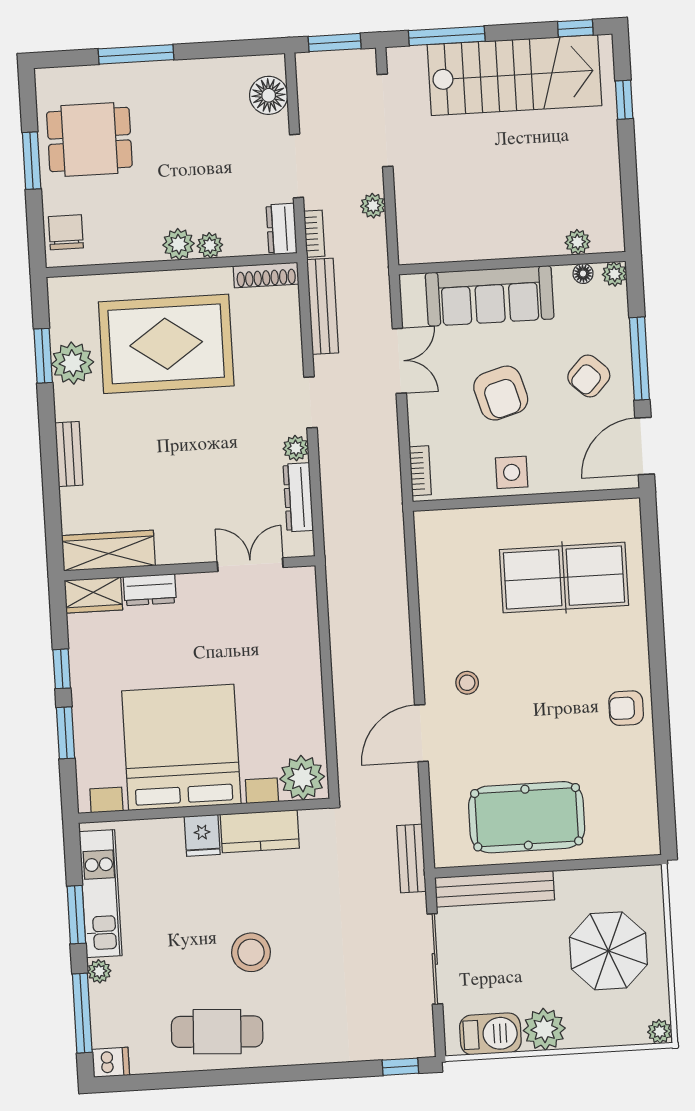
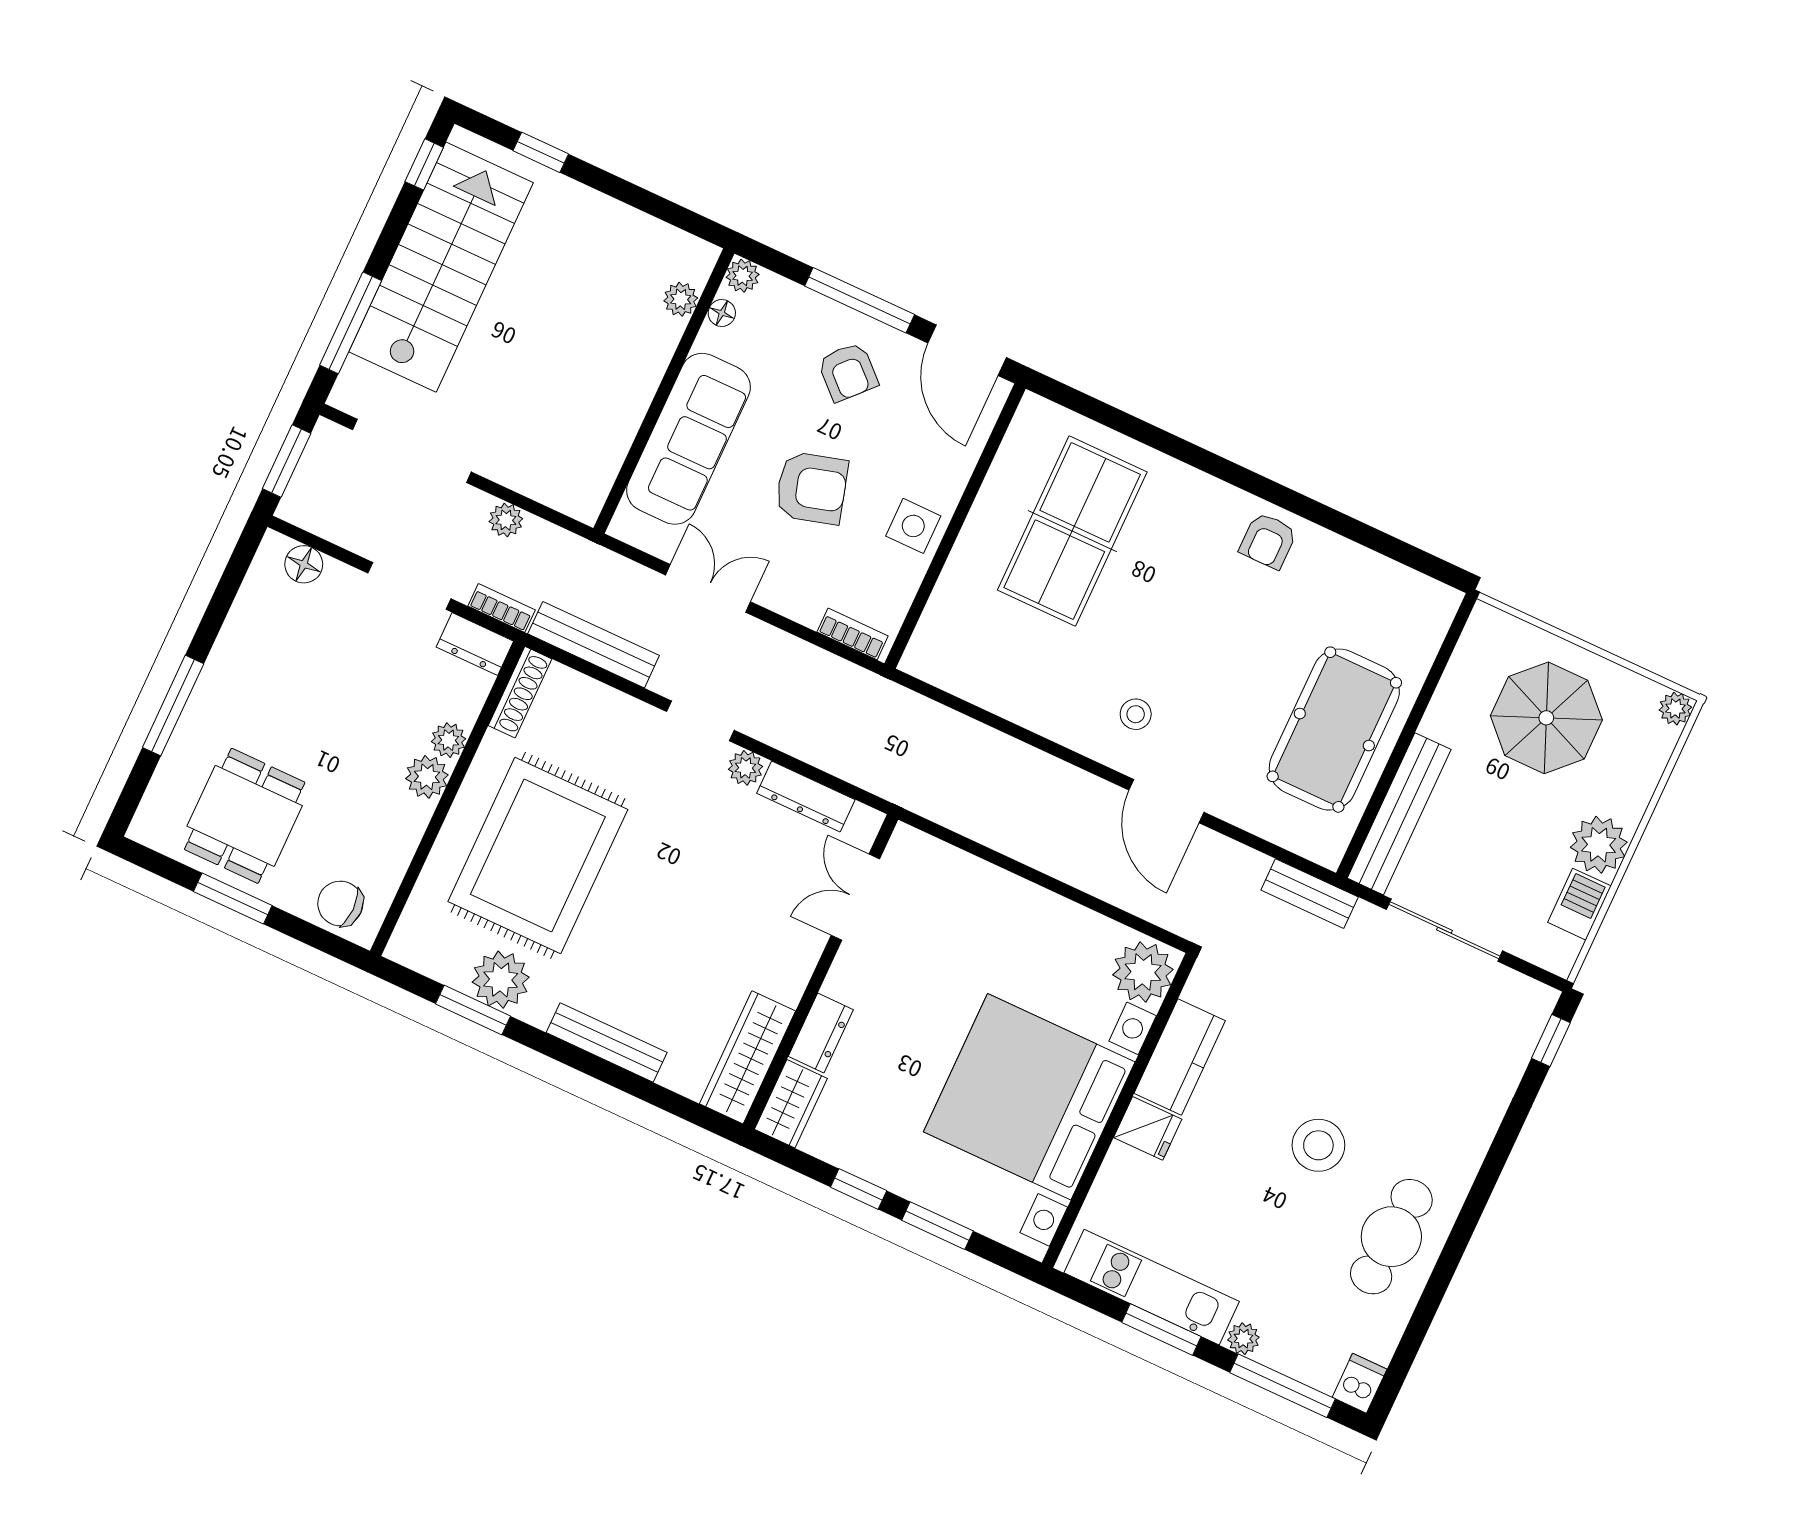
floor lamp: (269, 95) -> (304, 564), width x0.73, depth x0.73
bench: (69, 454) -> (607, 1042), width x1.36
barbecue: (490, 1034) -> (1579, 904), width x0.73, depth x0.79

